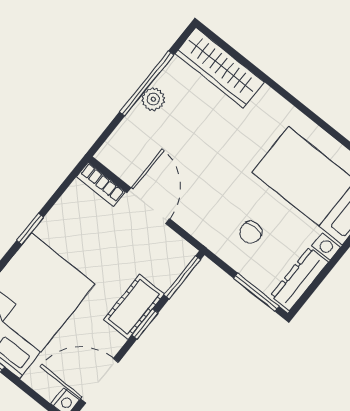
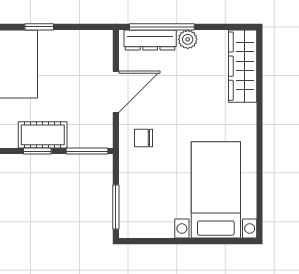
window: (147, 83) -> (162, 27), moved
bookcase: (101, 184) -> (105, 50), removed
chair: (251, 232) -> (143, 138), moved
dresser: (299, 279) -> (150, 40), moved, turned 180

